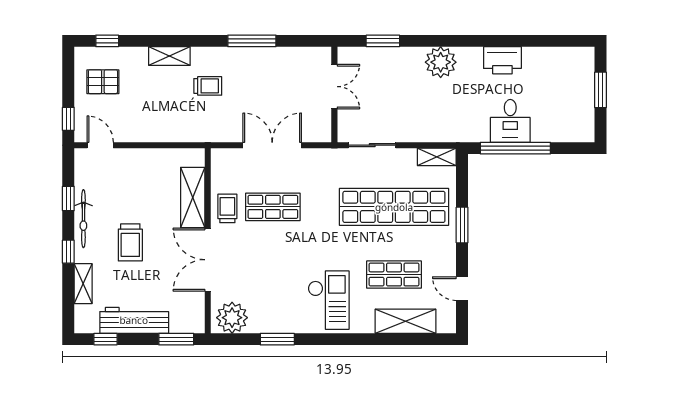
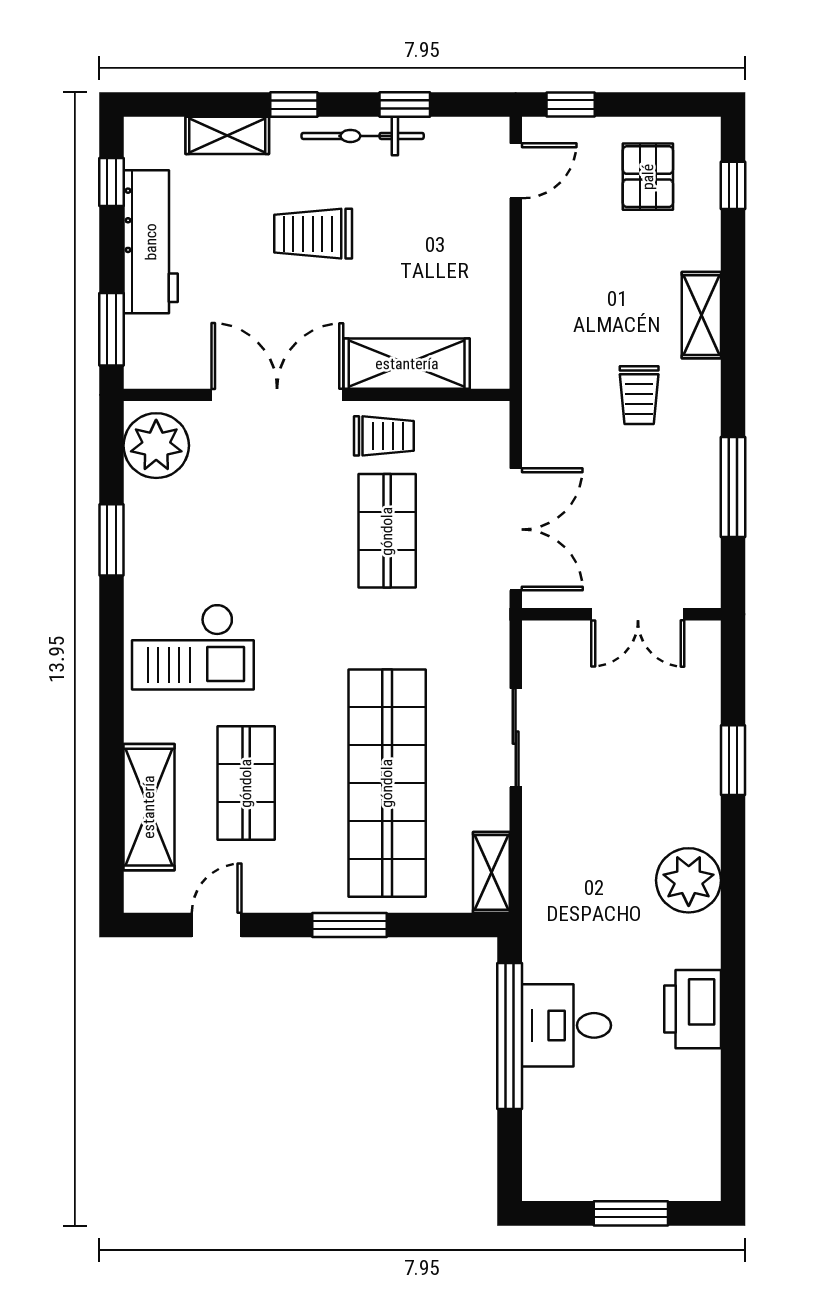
double door: (334, 87) -> (638, 614), moved
wall: (334, 94) -> (621, 614), moved

